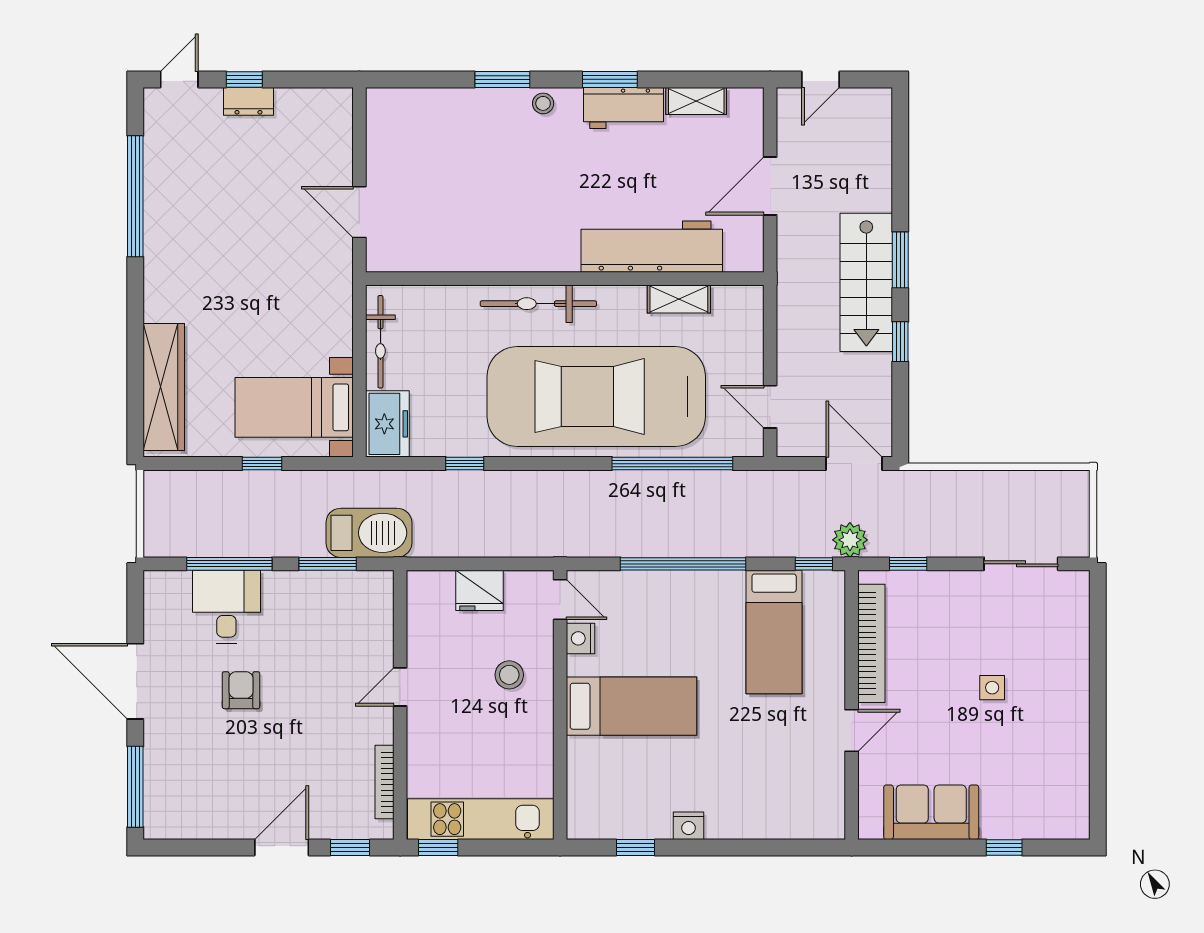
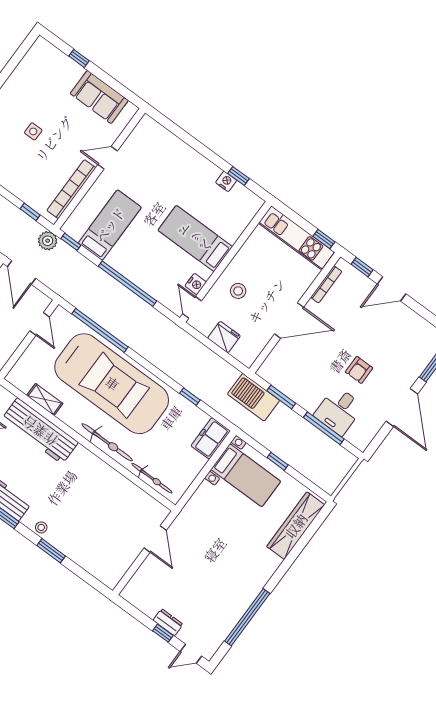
bicycle: (380, 342) -> (152, 478), moved, turned 90
door: (400, 687) -> (289, 321), width x1.87
nightstand: (689, 826) -> (226, 181), moved

